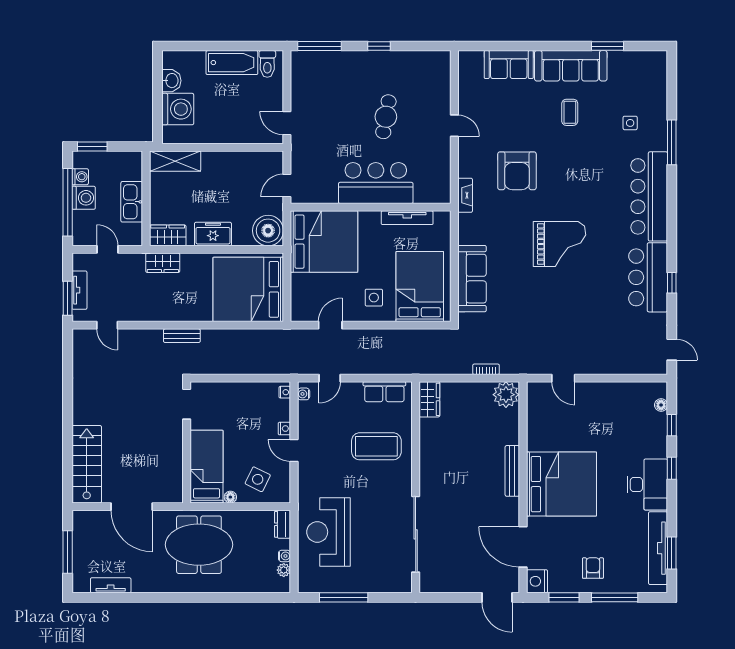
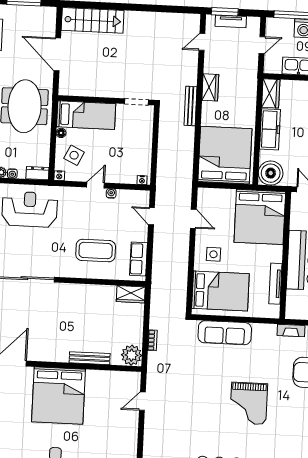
freezer: (213, 234) -> (270, 129), width x1.40
wardrobe: (163, 263) -> (210, 87), moved, turned 180
bench: (182, 336) -> (190, 106), width x1.36
water cooler: (304, 394) -> (111, 193), moved
nightstand: (284, 429) -> (59, 176), moved
coffee table: (376, 446) -> (96, 251), turned 90
bench: (512, 471) -> (90, 358), moved
door: (132, 507) -> (57, 54), hinge flipped

